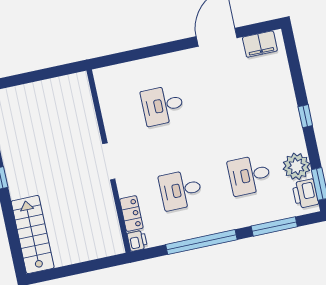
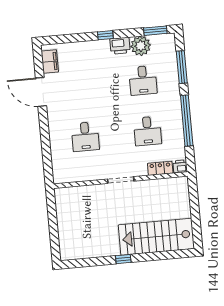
printer: (305, 194) -> (120, 46), moved
stairs: (33, 235) -> (156, 237), width x1.36, depth x1.51

